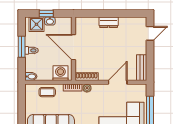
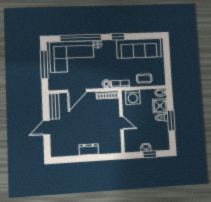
shower: (36, 24) -> (160, 106), moved
door: (150, 33) -> (46, 128), moved
door: (74, 47) -> (122, 123), width x0.53

